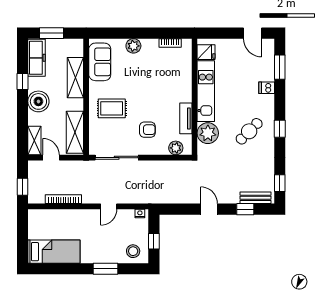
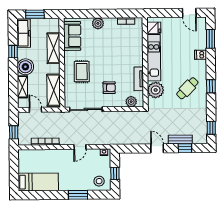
rug: (112, 108) -> (82, 72), turned 90
shelving: (34, 141) -> (22, 87), moved
bench: (255, 198) -> (180, 139), moved

